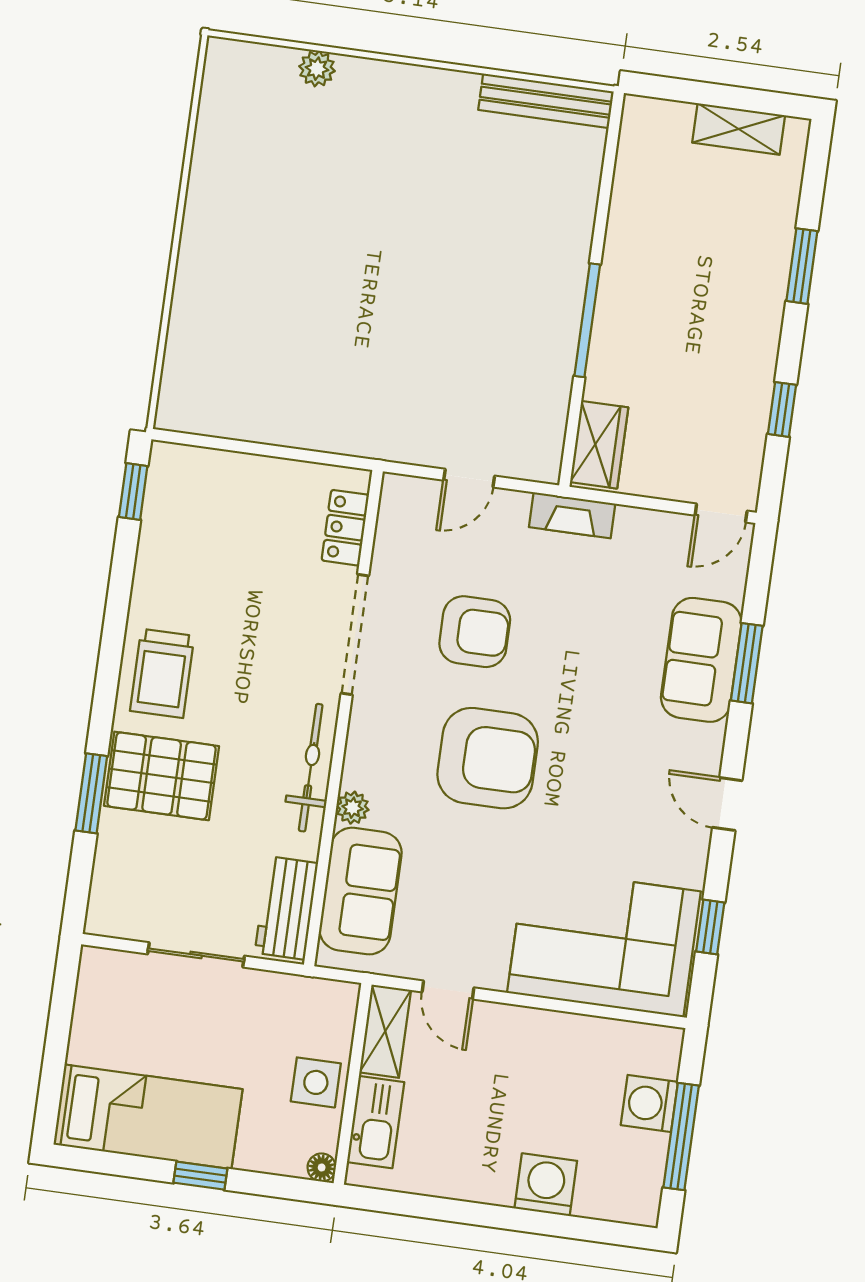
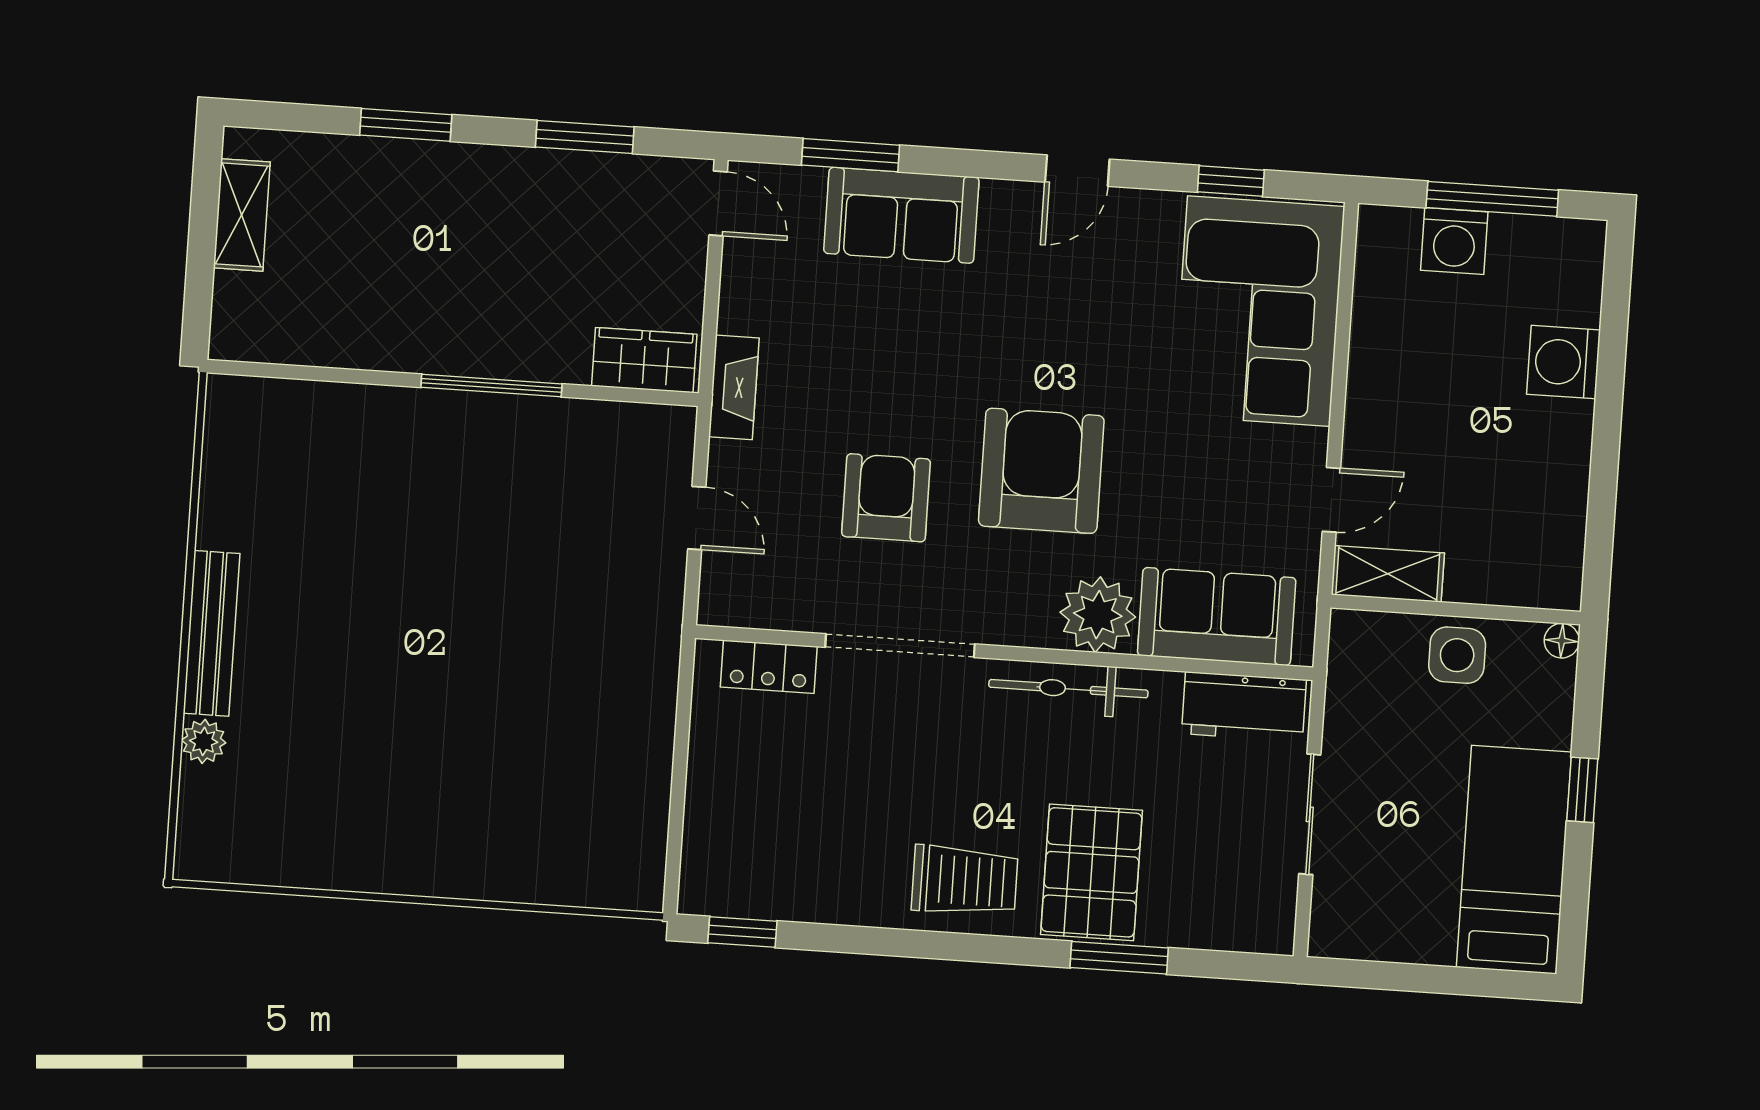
bench: (546, 101) -> (211, 633), moved
window: (782, 409) -> (585, 137), width x1.50
window: (747, 663) -> (851, 155), moved
plant: (353, 808) -> (1098, 615), width x1.88, depth x1.88
kitchen sink: (376, 1122) -> (1501, 578), removed

